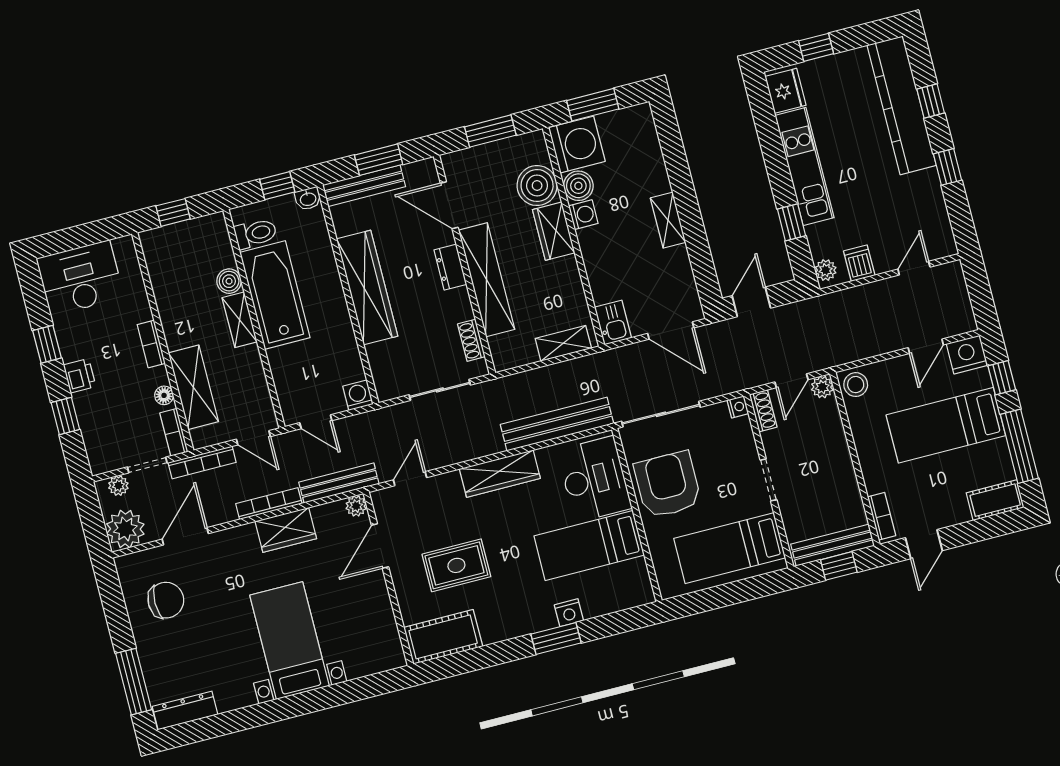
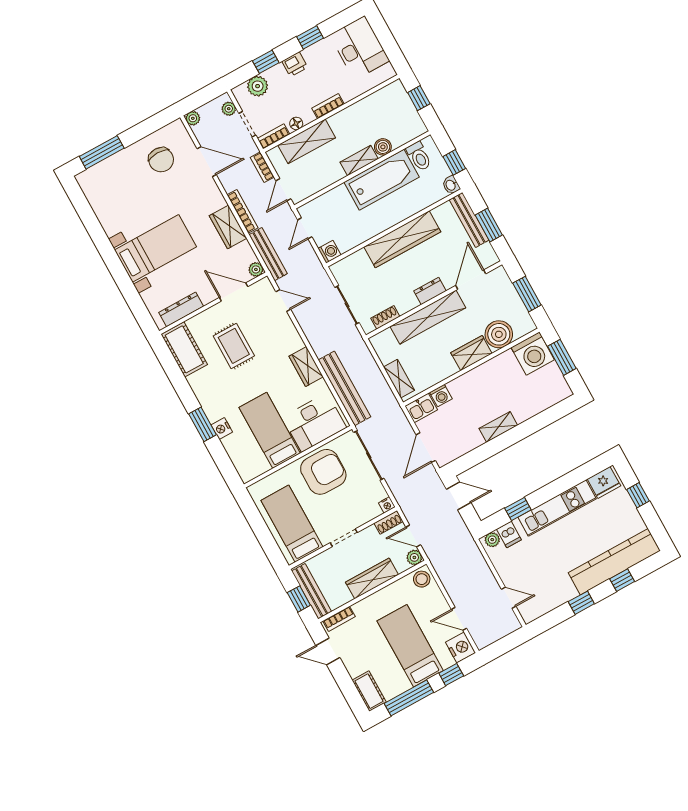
boiler: (578, 186) -> (506, 362), removed
washing machine: (583, 215) -> (441, 396), moved
dishwasher: (859, 263) -> (509, 534), moved, turned 90
plant: (97, 436) -> (258, 86), added
wardrobe: (837, 455) -> (372, 578), added
bookcase: (202, 462) -> (262, 167), width x0.64
wardrobe: (500, 474) -> (306, 367), width x0.67
plant: (125, 529) -> (193, 118), width x0.53, depth x0.53
dresser: (185, 710) -> (181, 309), moved, turned -90

